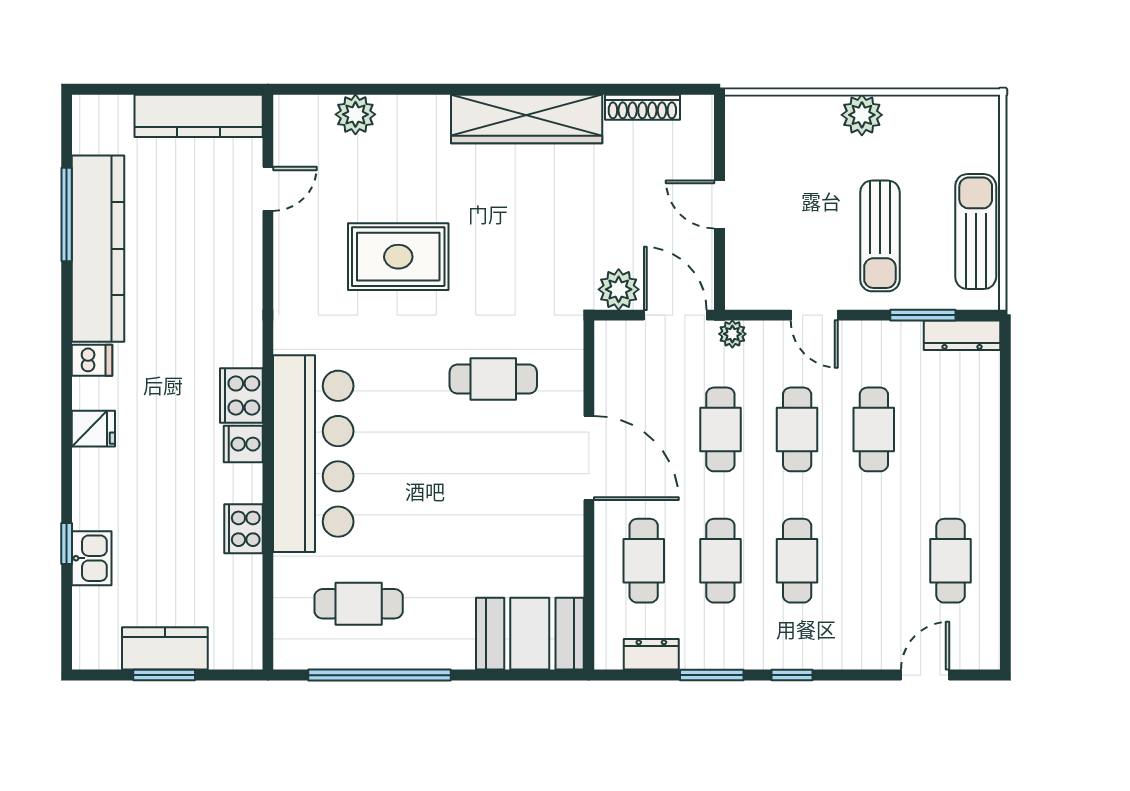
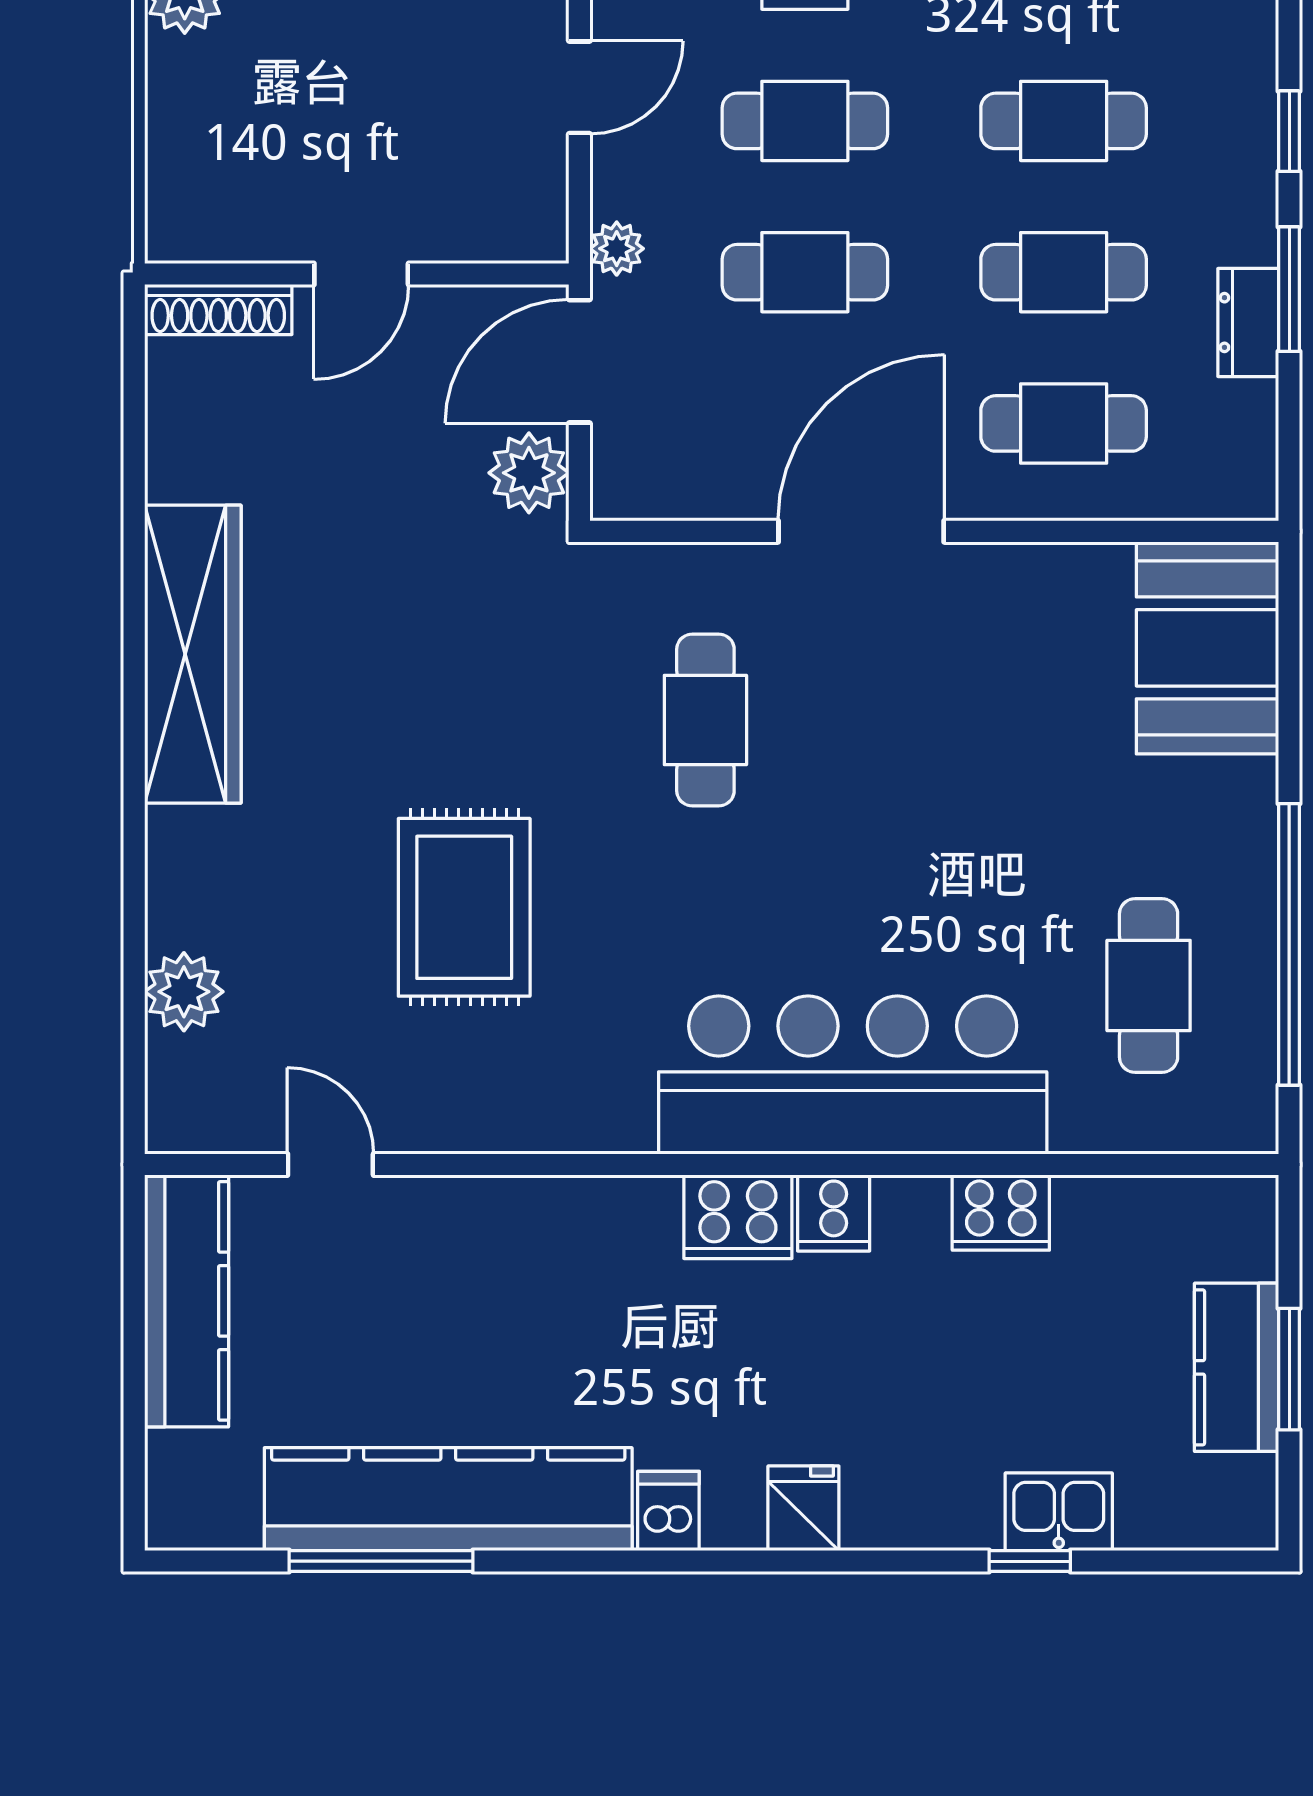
shoe rack: (642, 107) -> (218, 309), moved, turned 90
dresser: (651, 654) -> (1248, 323), moved

